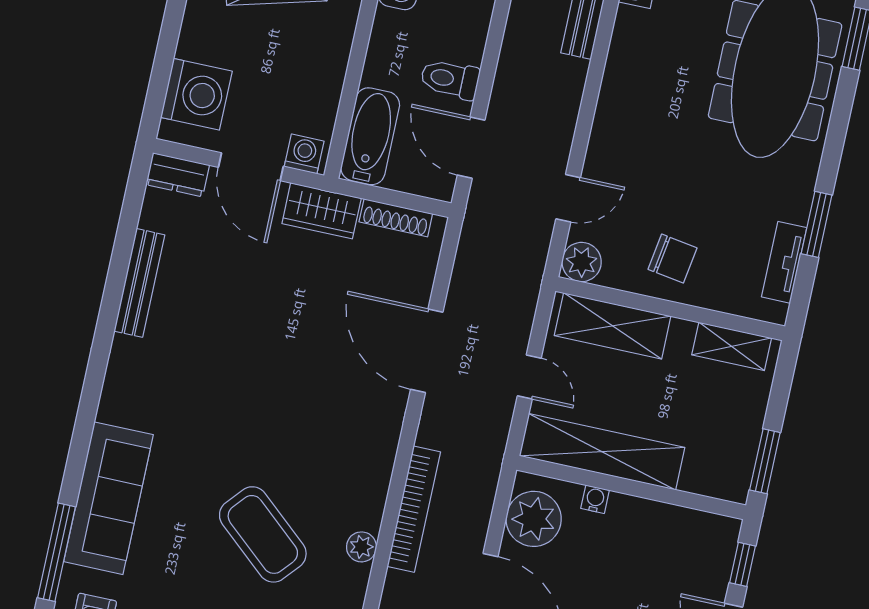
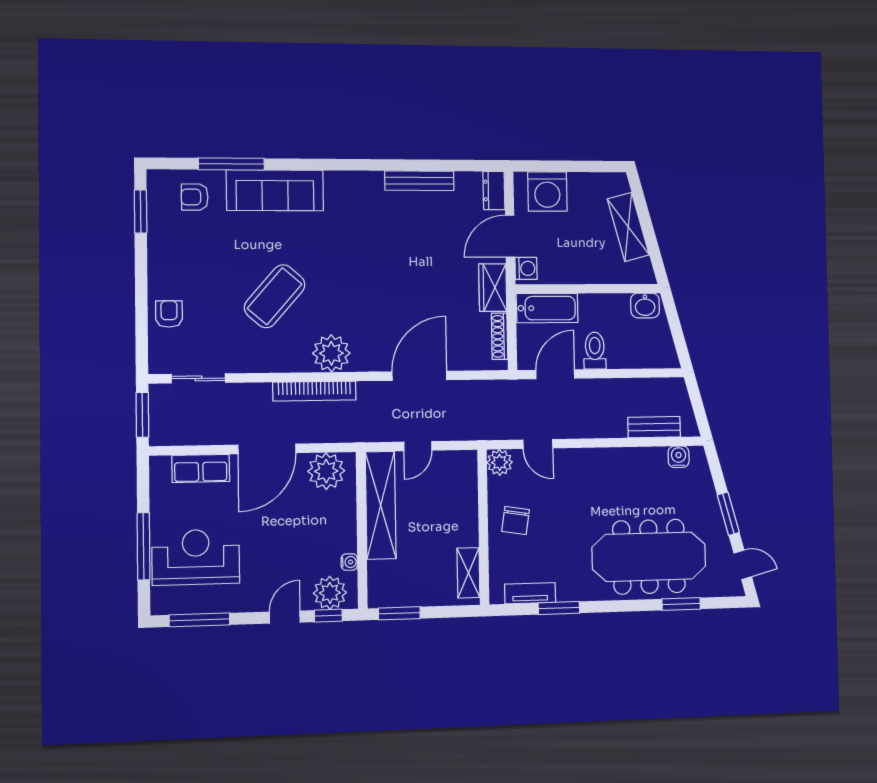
shelving: (613, 326) -> (464, 492), removed
water cooler: (595, 499) -> (349, 562), moved
plant: (361, 547) -> (331, 353), moved, width x1.87, depth x1.87
plant: (710, 554) -> (330, 593), added

